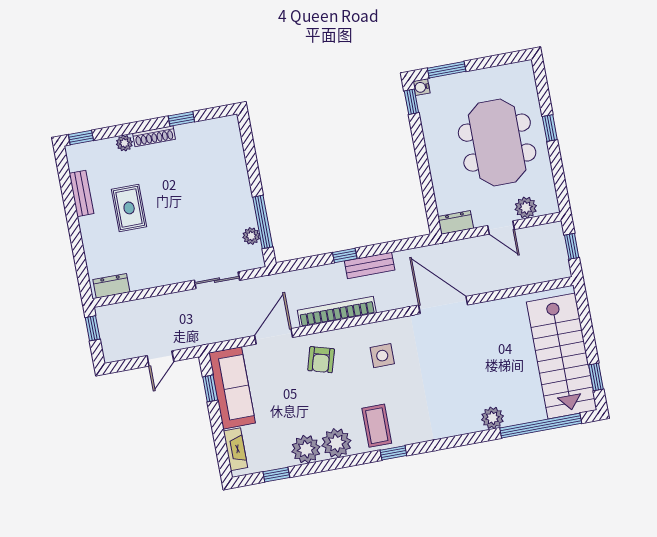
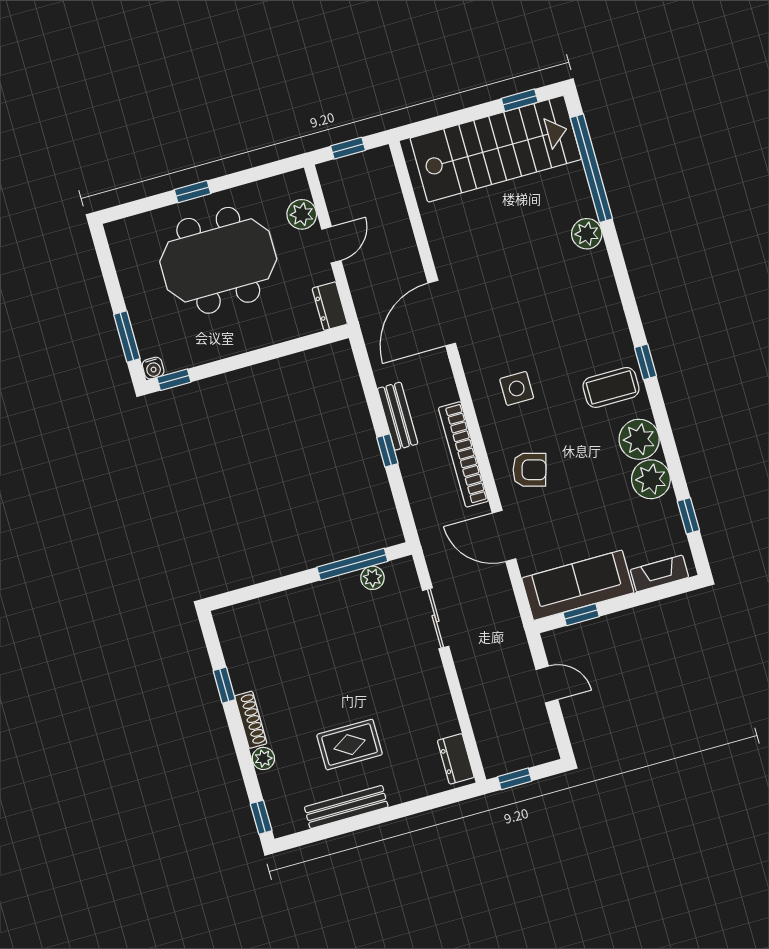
bench: (81, 193) -> (346, 807), width x1.36

